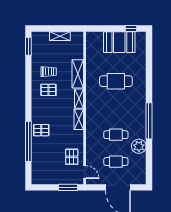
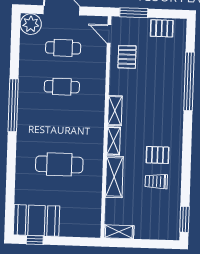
shelving: (60, 36) -> (119, 232), moved
booth: (119, 42) -> (36, 220), moved
pallet: (41, 130) -> (162, 28), moved
plant: (139, 146) -> (31, 24), moved

